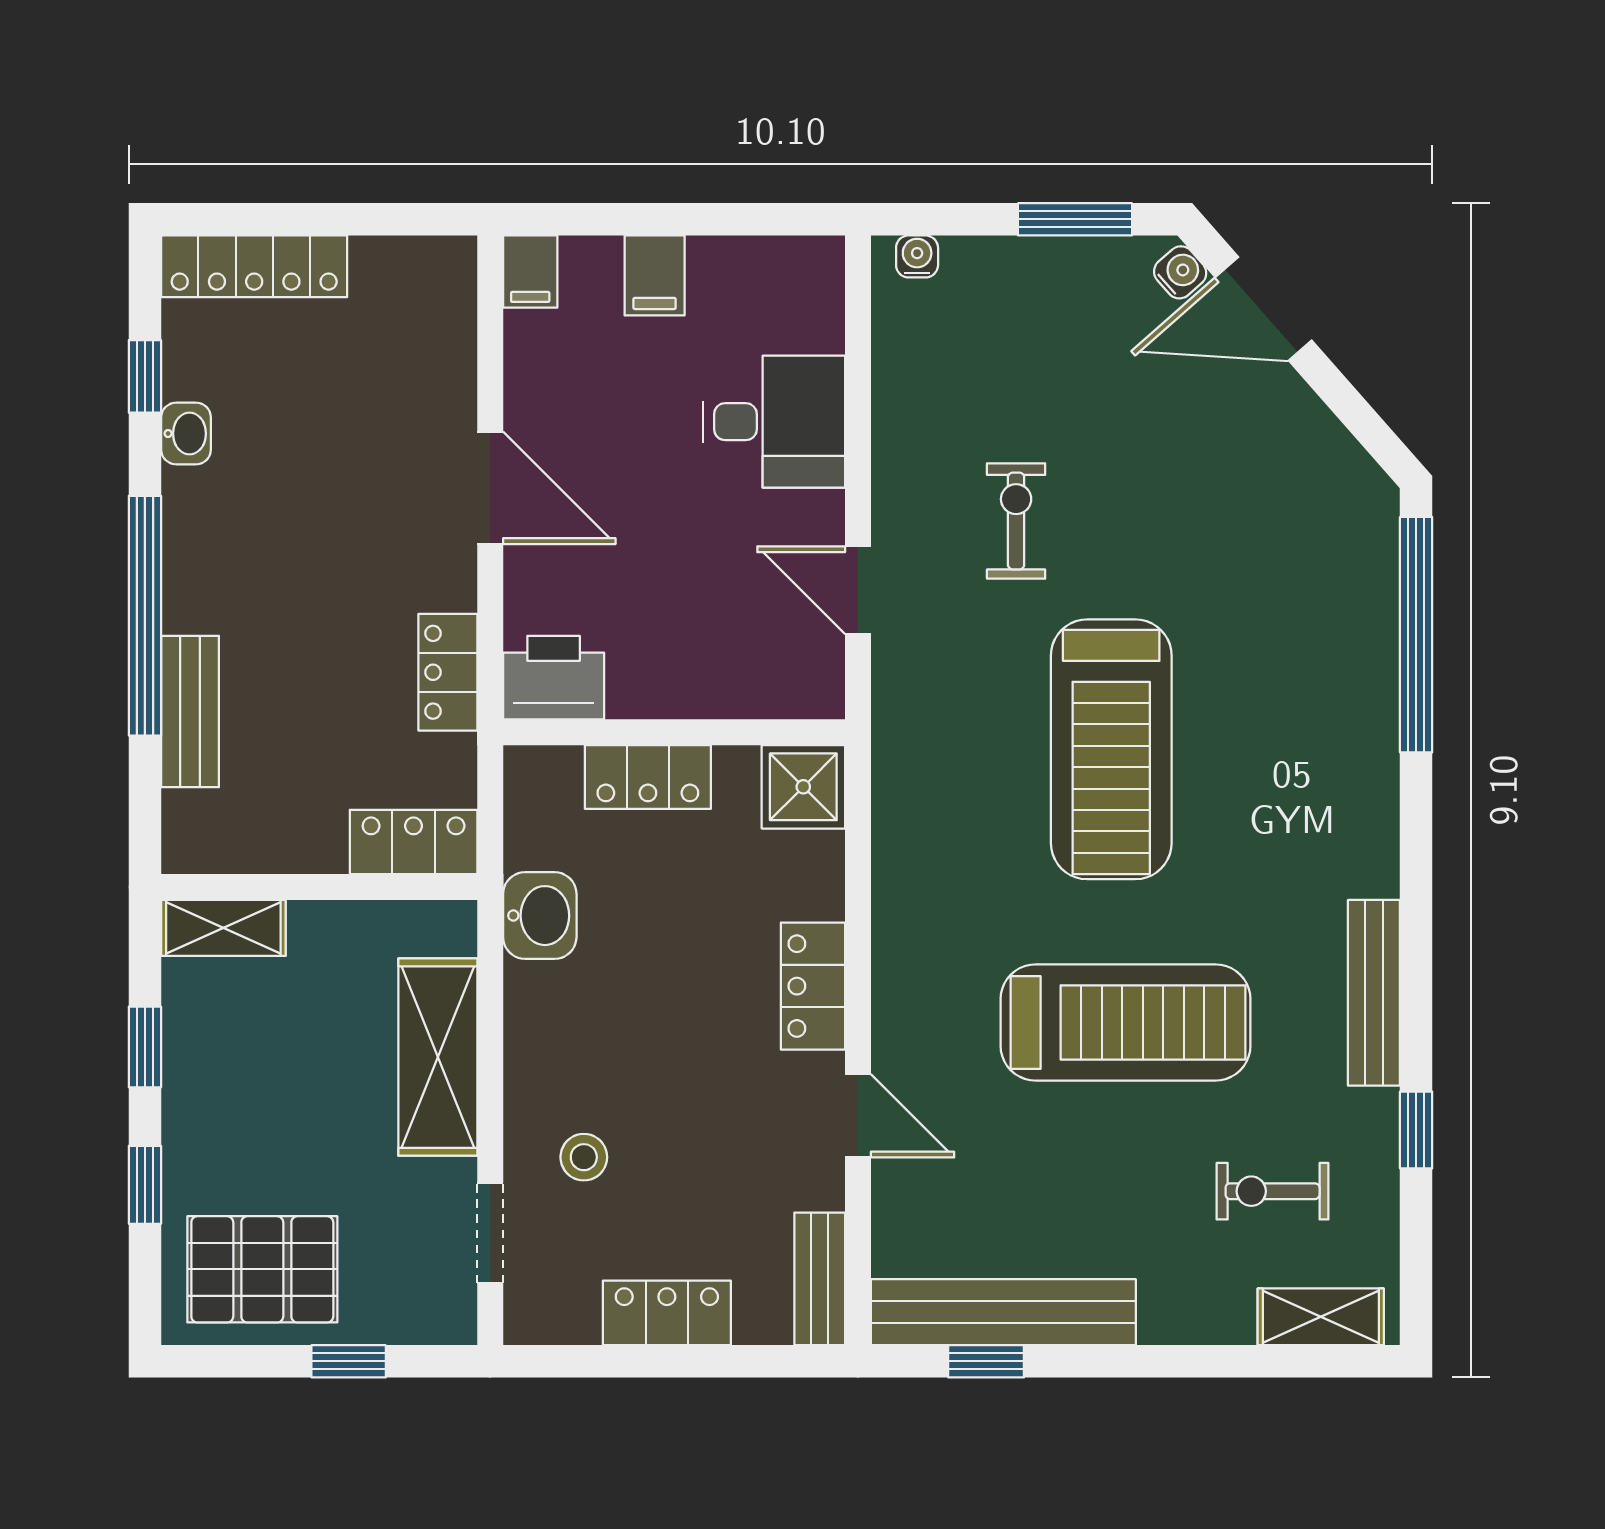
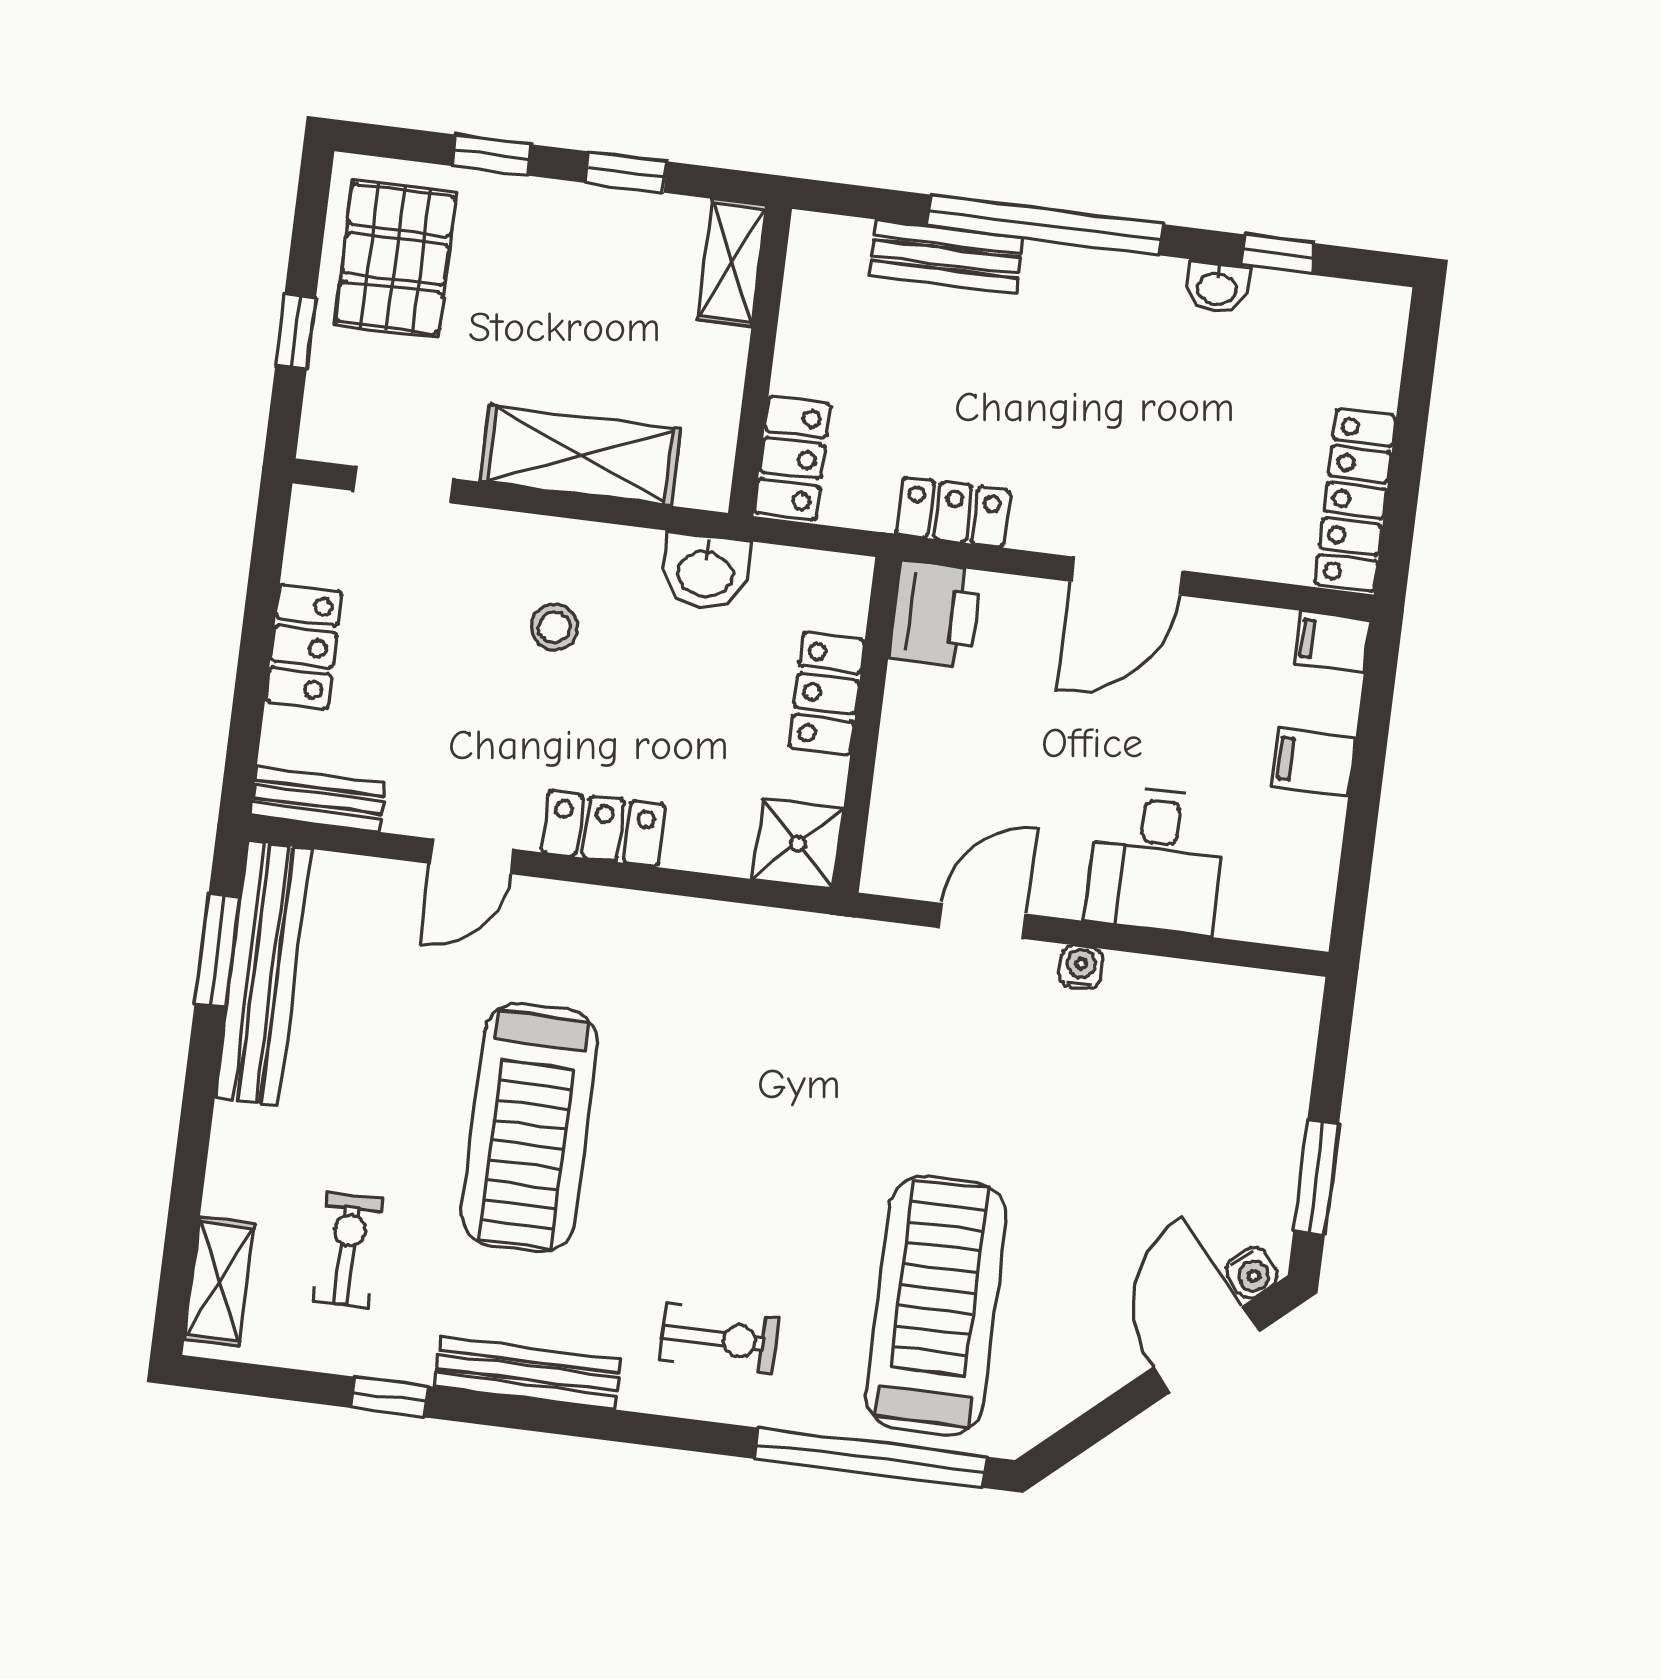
water cooler: (917, 256) -> (1081, 967), moved, turned -90
locker: (254, 266) -> (1355, 500), moved
exercise bike: (1016, 521) -> (719, 1338), moved
treadmill: (1111, 749) -> (936, 1306), moved, turned 90
stool: (584, 1157) -> (554, 627), moved
window: (986, 1361) -> (217, 951), width x1.50

